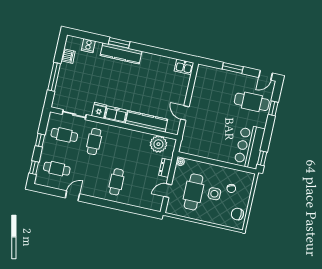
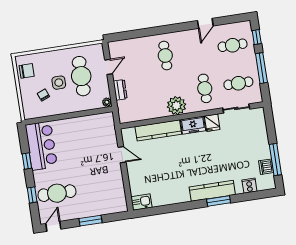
window: (54, 77) -> (275, 160), moved
window: (40, 140) -> (261, 68), width x2.17
plant: (158, 144) -> (176, 106), moved
window: (262, 158) -> (27, 161), moved

